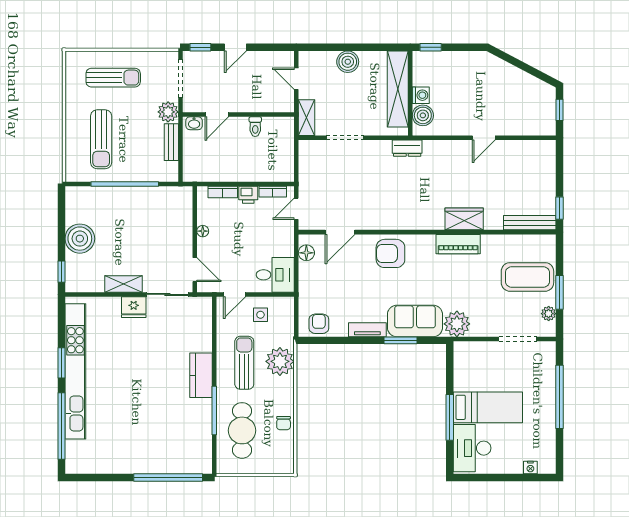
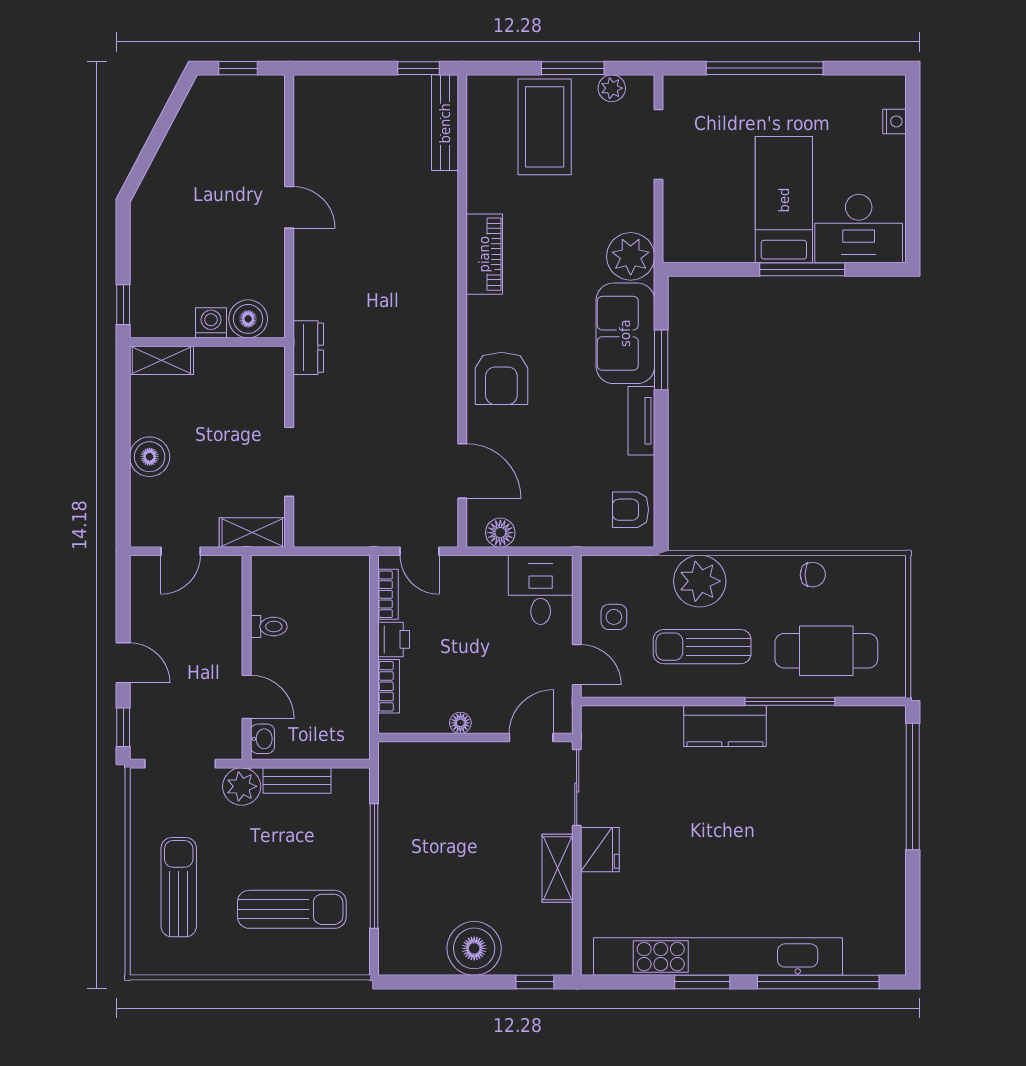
shelving: (398, 89) -> (161, 360), width x0.45, depth x0.75
wardrobe: (464, 219) -> (438, 243), removed

